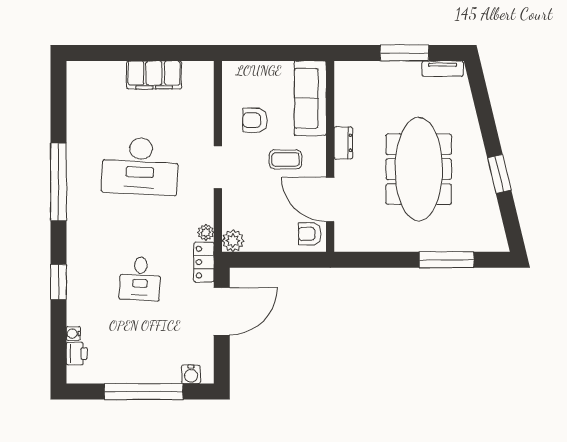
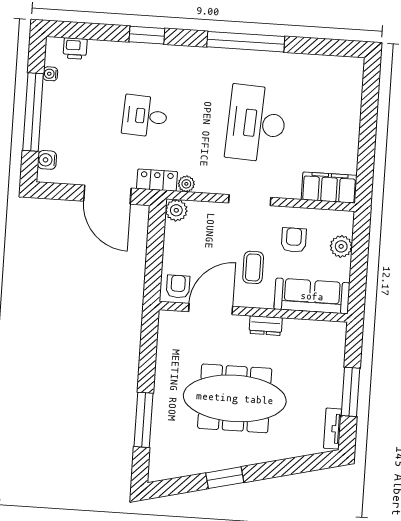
plant: (258, 72) -> (341, 246), added
filing cabinet: (154, 75) -> (329, 188), moved, turned 90
water cooler: (73, 333) -> (50, 74), moved, turned -90

